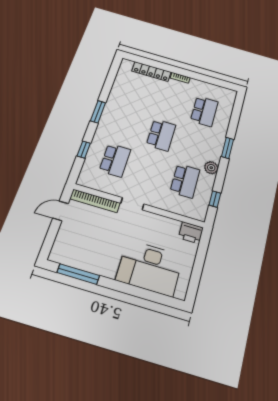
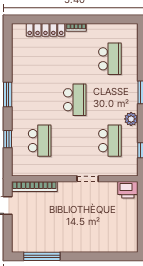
doorway: (132, 204) -> (88, 179), moved
desk: (150, 268) -> (100, 233), removed

